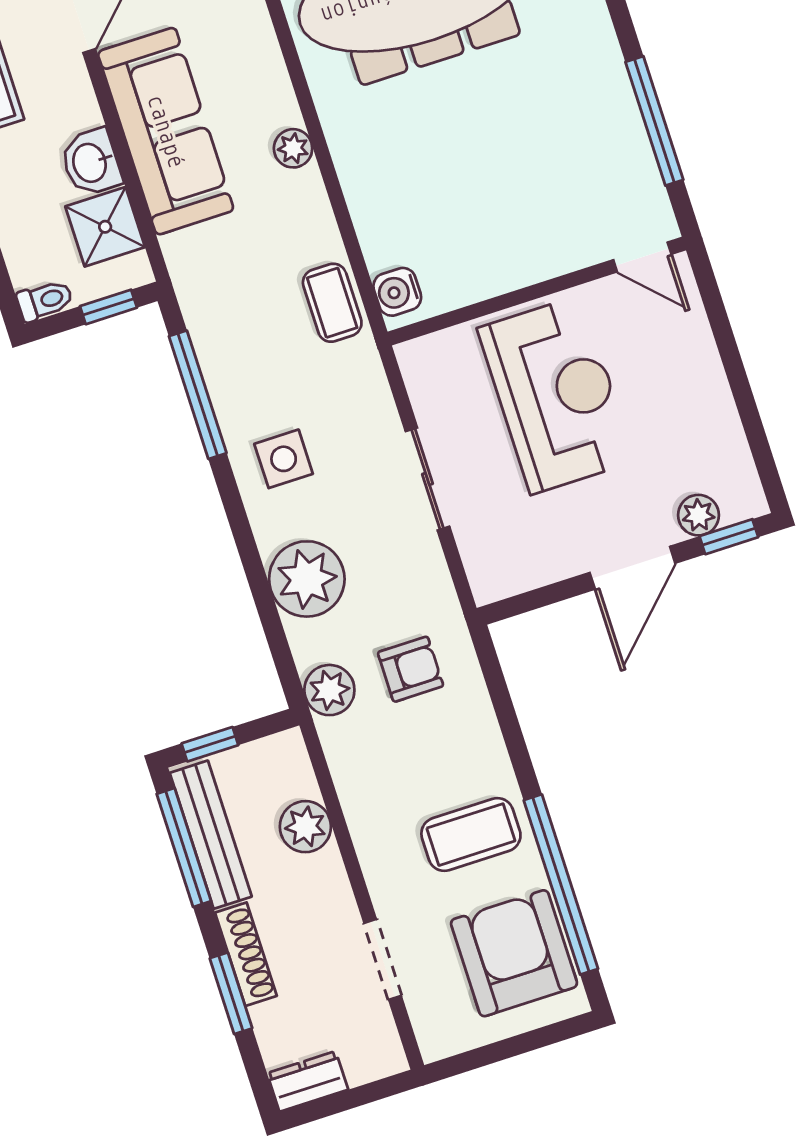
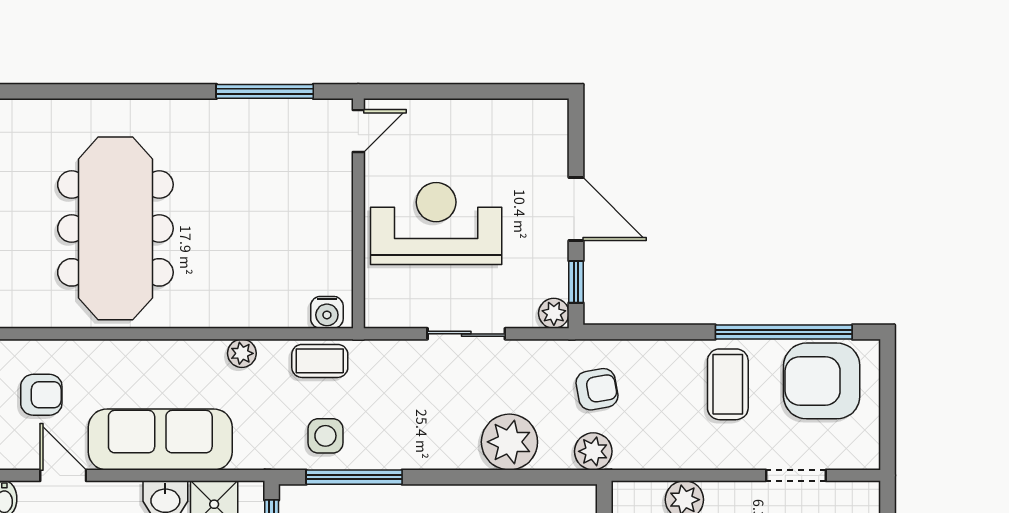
plant: (293, 148) -> (242, 353), moved
side table: (284, 459) -> (325, 436), moved
plant: (698, 515) -> (554, 313), moved
window: (729, 537) -> (576, 282), moved
armchair: (411, 669) -> (597, 389), turned 80

